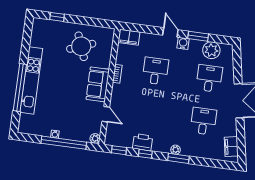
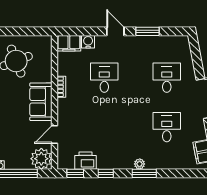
water cooler: (183, 43) -> (88, 42), moved
plant: (211, 50) -> (165, 45), removed
door: (106, 114) -> (55, 135), swing flipped
plant: (95, 138) -> (41, 159), width x1.87, depth x1.87
printer: (143, 142) -> (86, 161), moved

